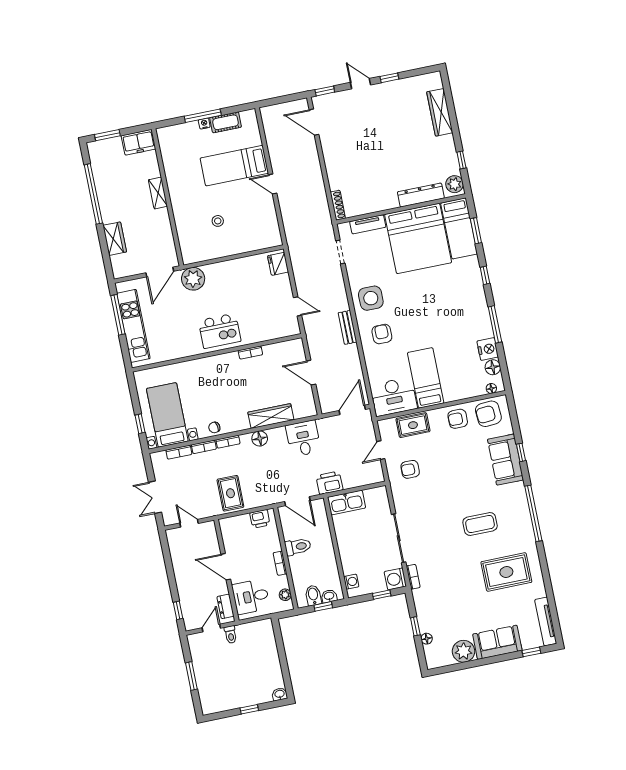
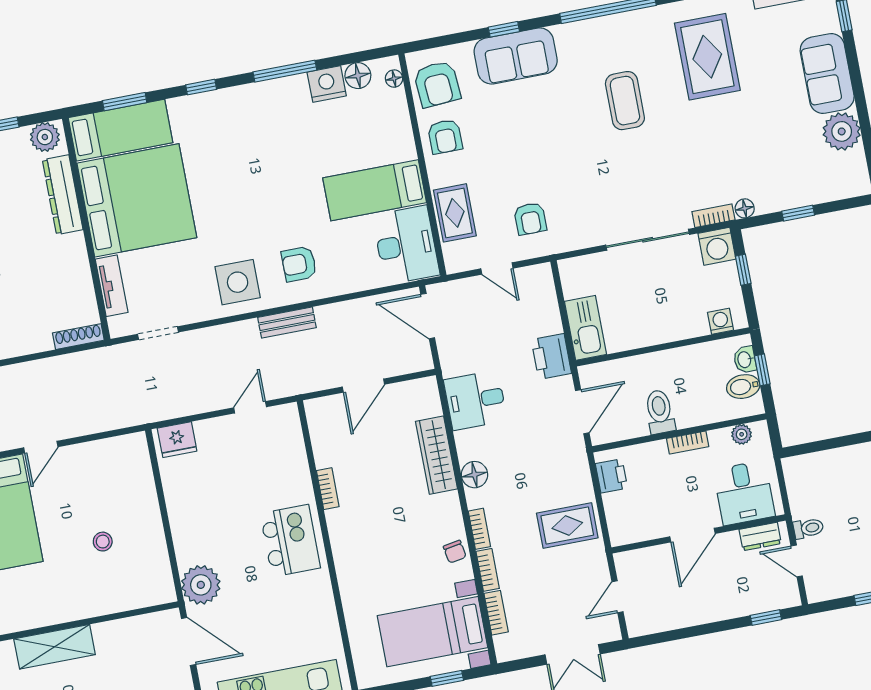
shelving: (158, 193) -> (55, 647), width x1.50, depth x1.33
floor lamp: (427, 639) -> (745, 208), moved

